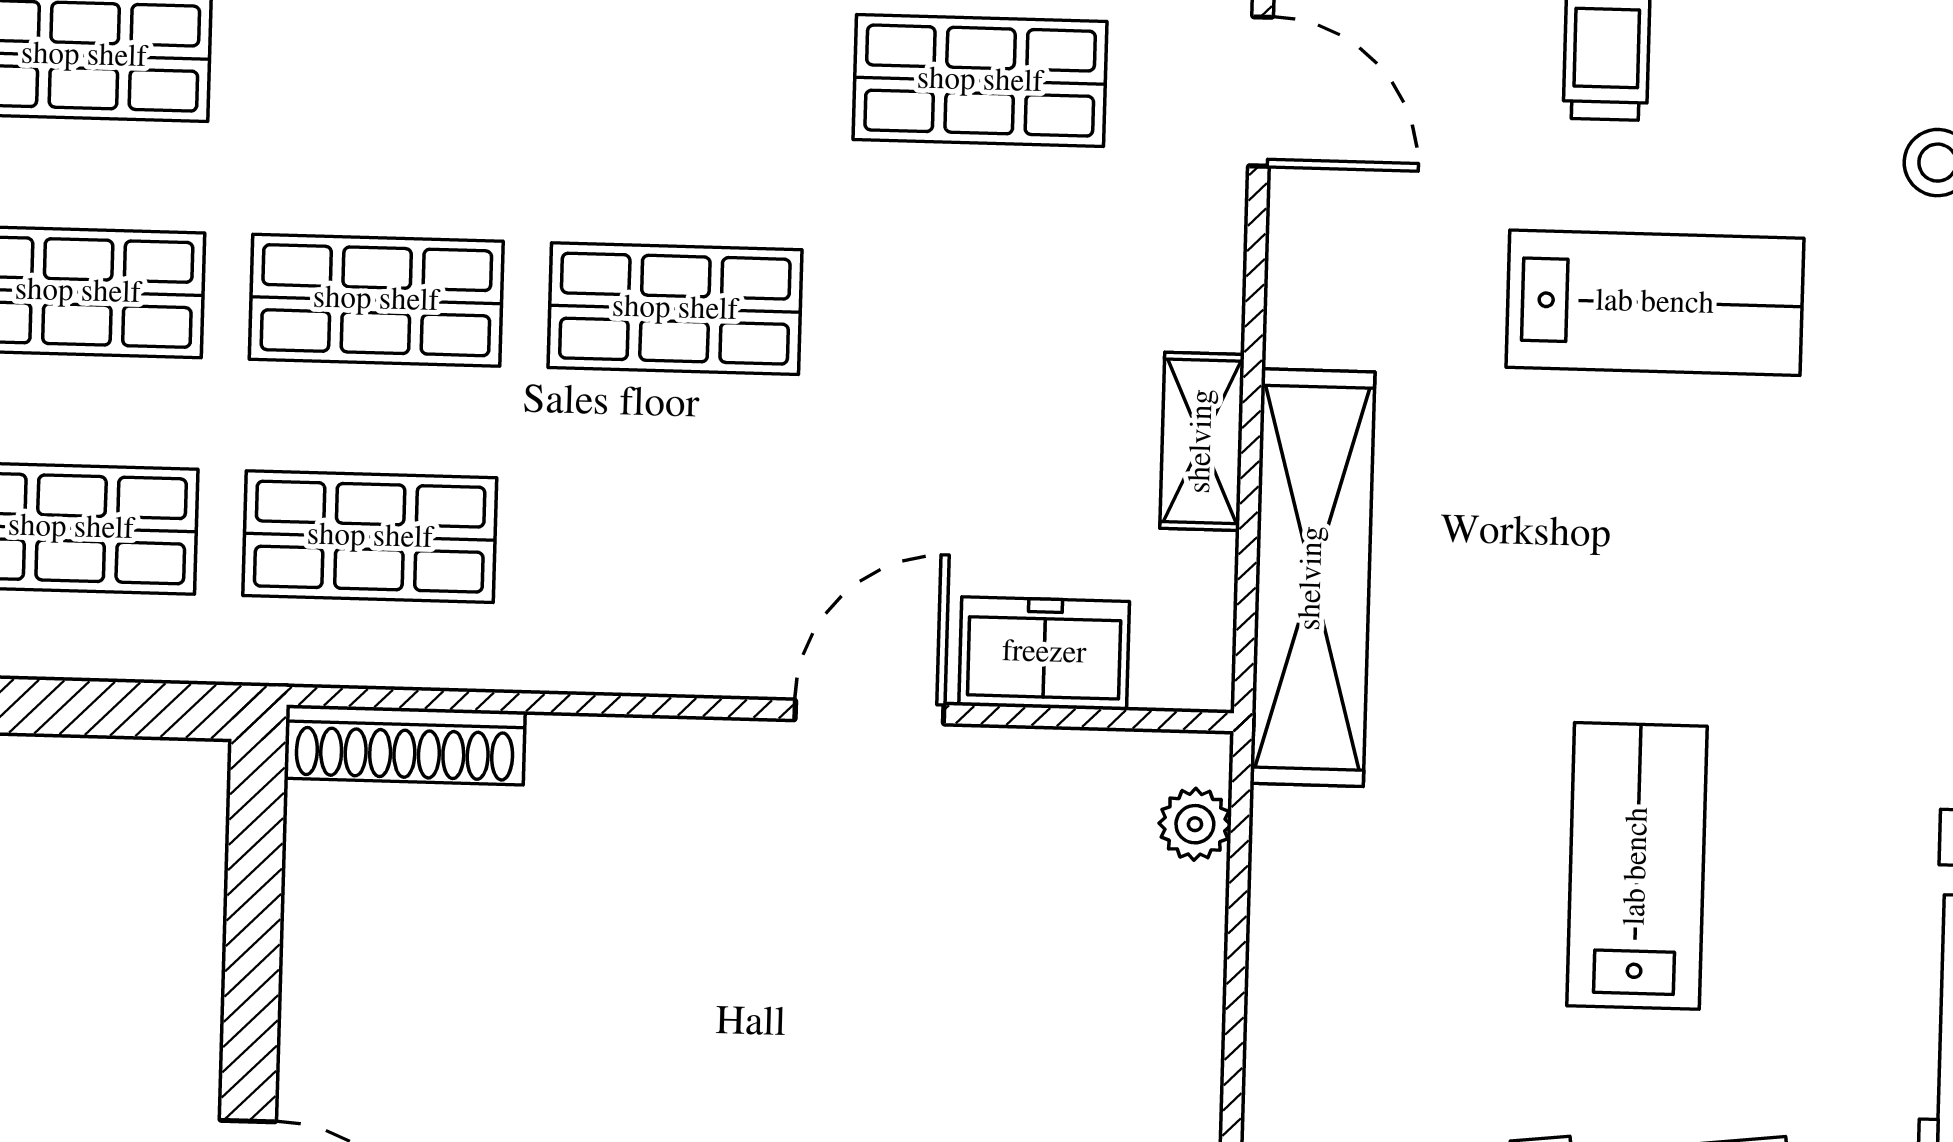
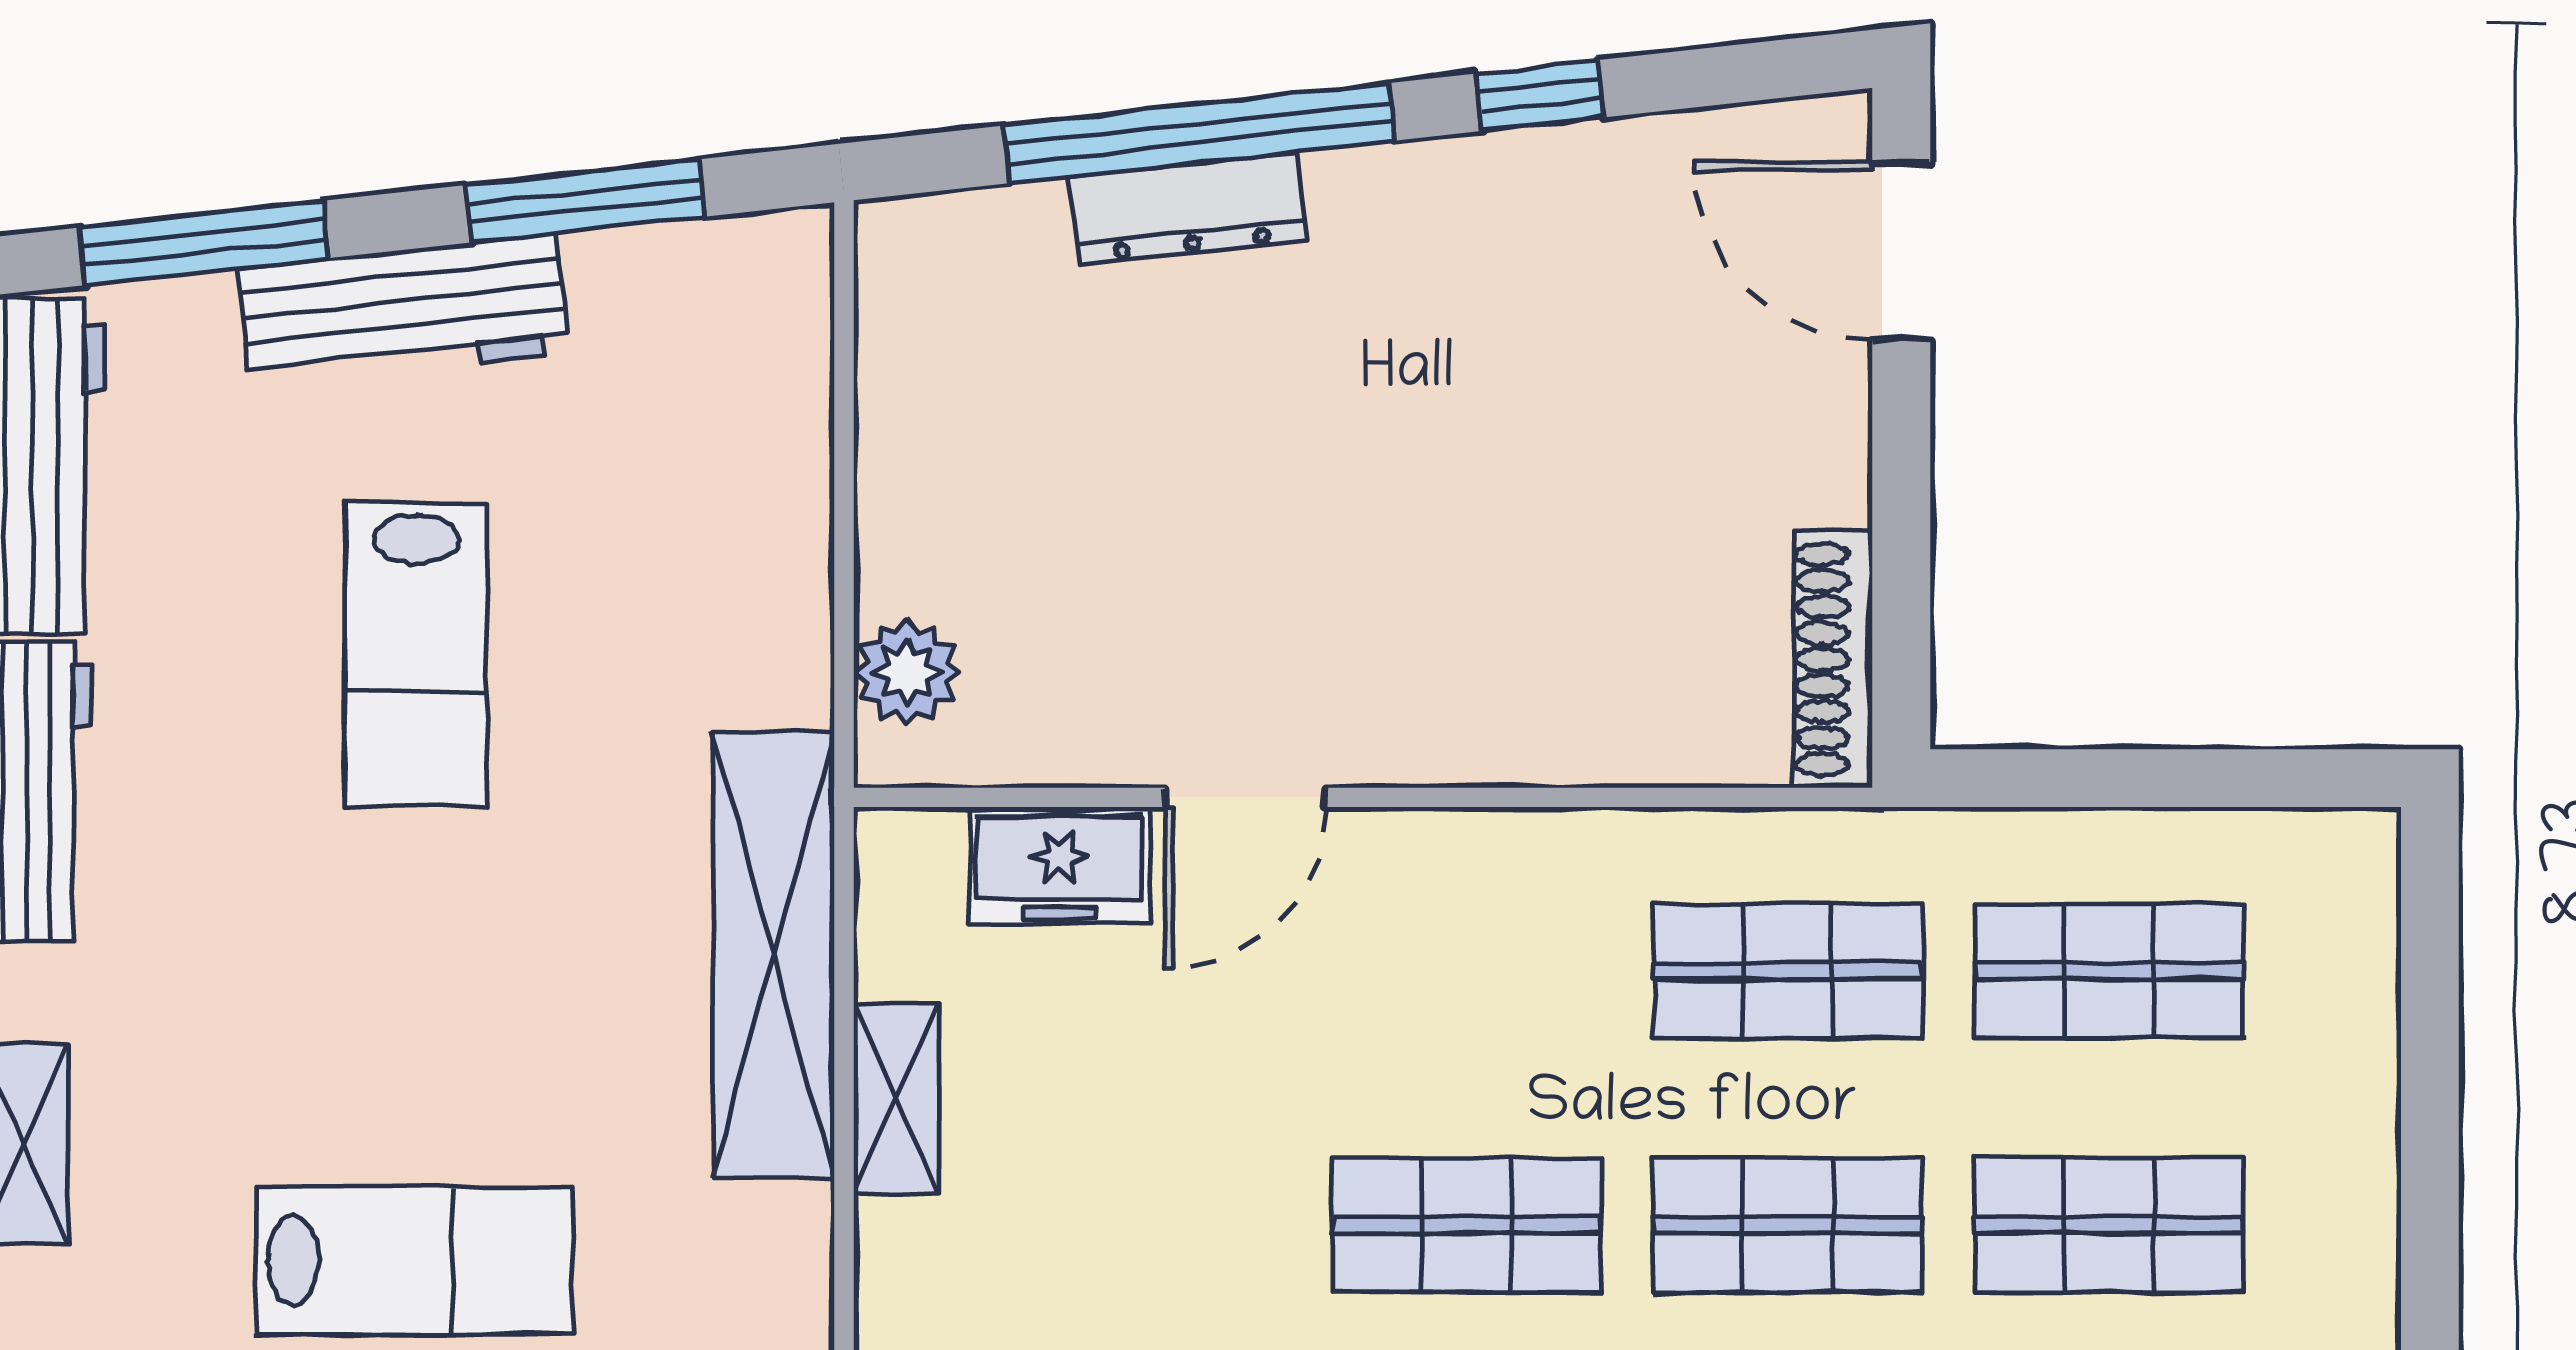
lab bench: (1655, 303) -> (414, 1261), turned 180
shoe rack: (405, 745) -> (1833, 659), moved, turned -90
plant: (1195, 824) -> (907, 672), width x1.38, depth x1.38

